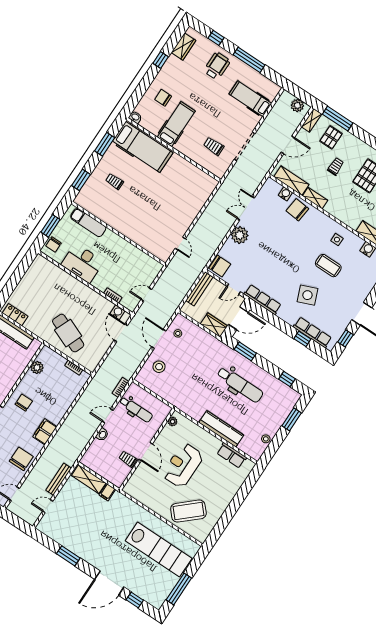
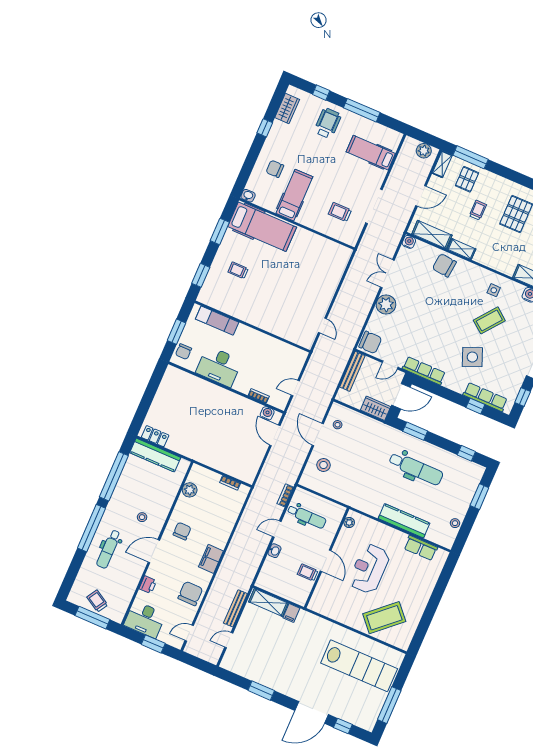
water cooler: (285, 194) -> (409, 242), moved
coffee table: (328, 266) -> (489, 320), turned -52
cafe table: (68, 333) -> (217, 446), removed

